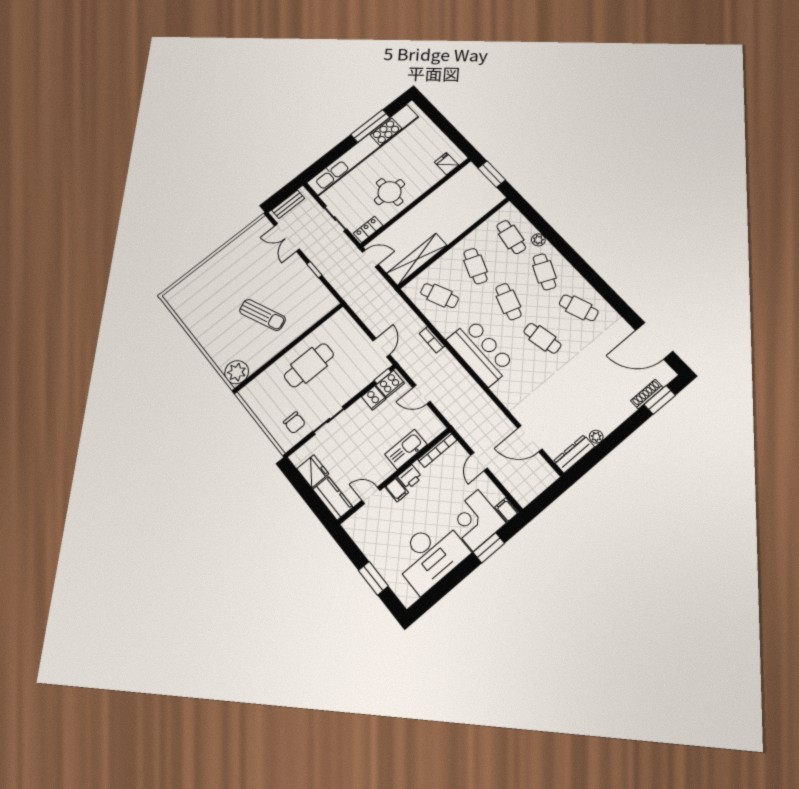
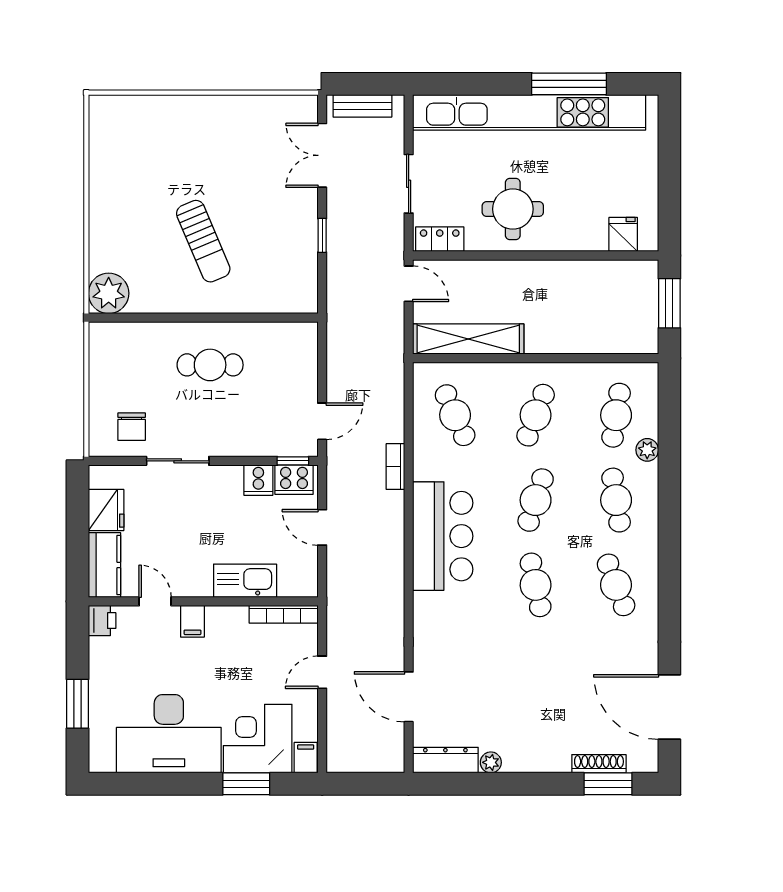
cafe table: (544, 272) -> (616, 500), turned -33
cafe table: (309, 365) -> (210, 365), width x0.73, depth x0.74
printer: (410, 477) -> (102, 621), moved, turned -90

